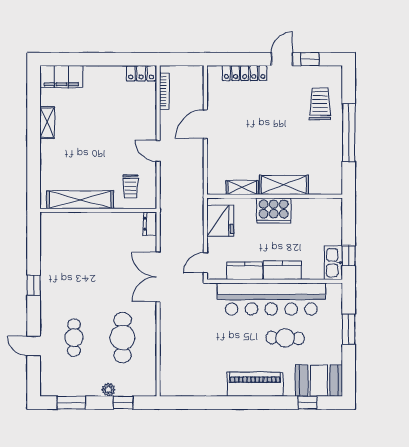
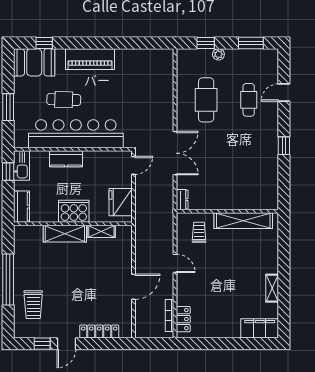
locker: (141, 73) -> (183, 319), moved, turned 90
kitchen counter: (245, 271) -> (21, 207), moved, turned -90
door: (34, 346) -> (284, 93), swing flipped

